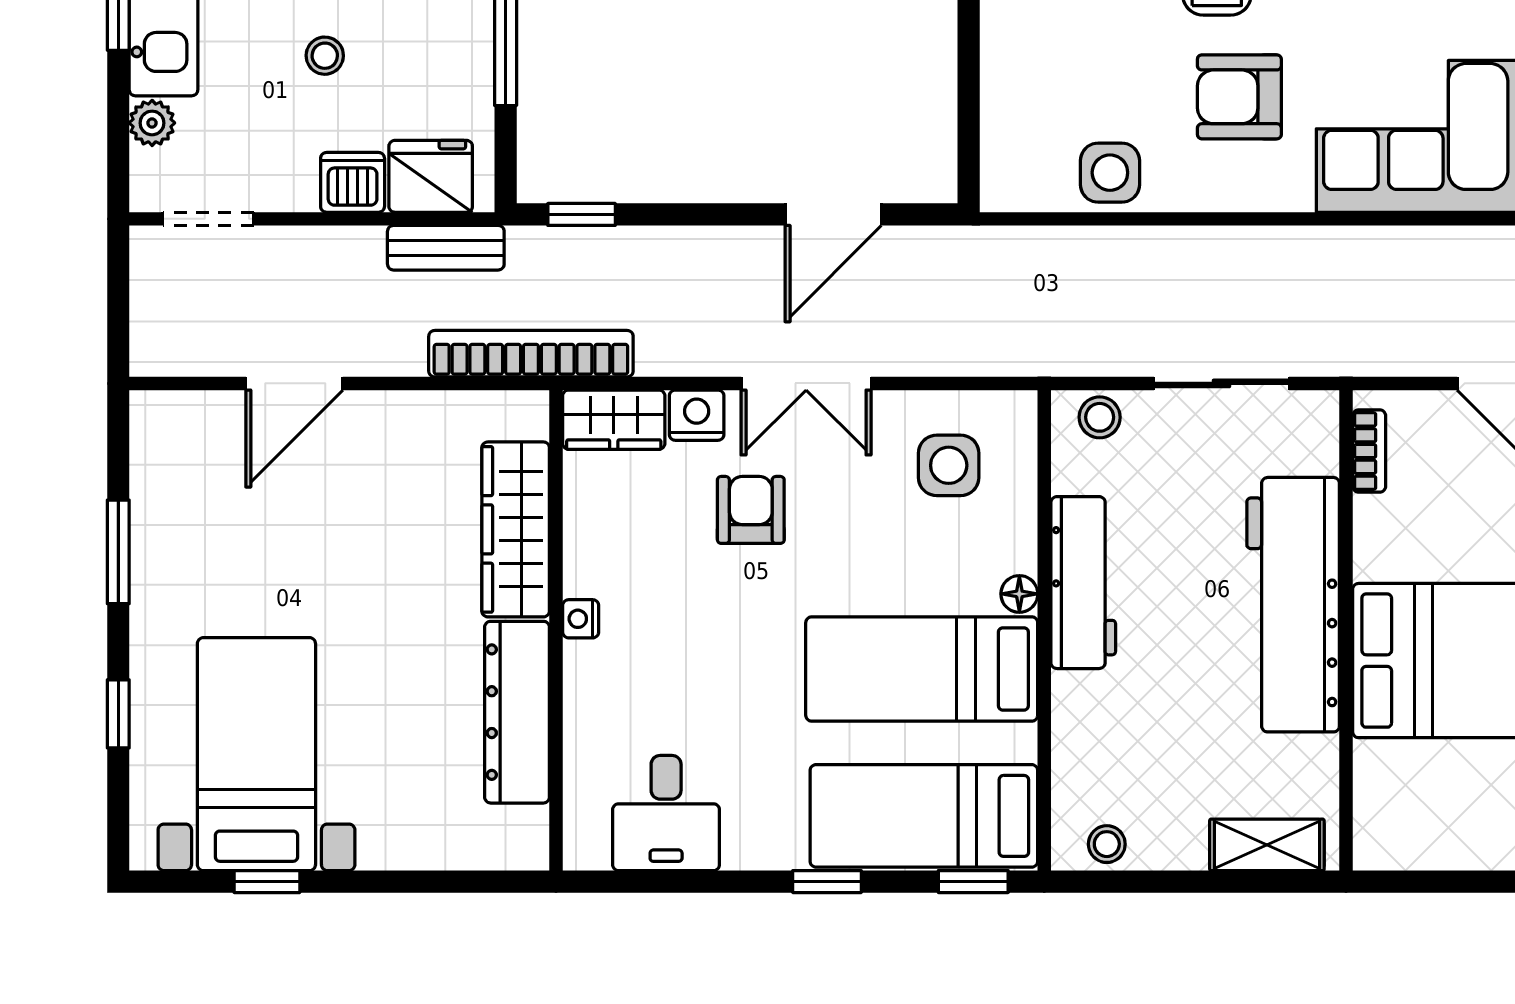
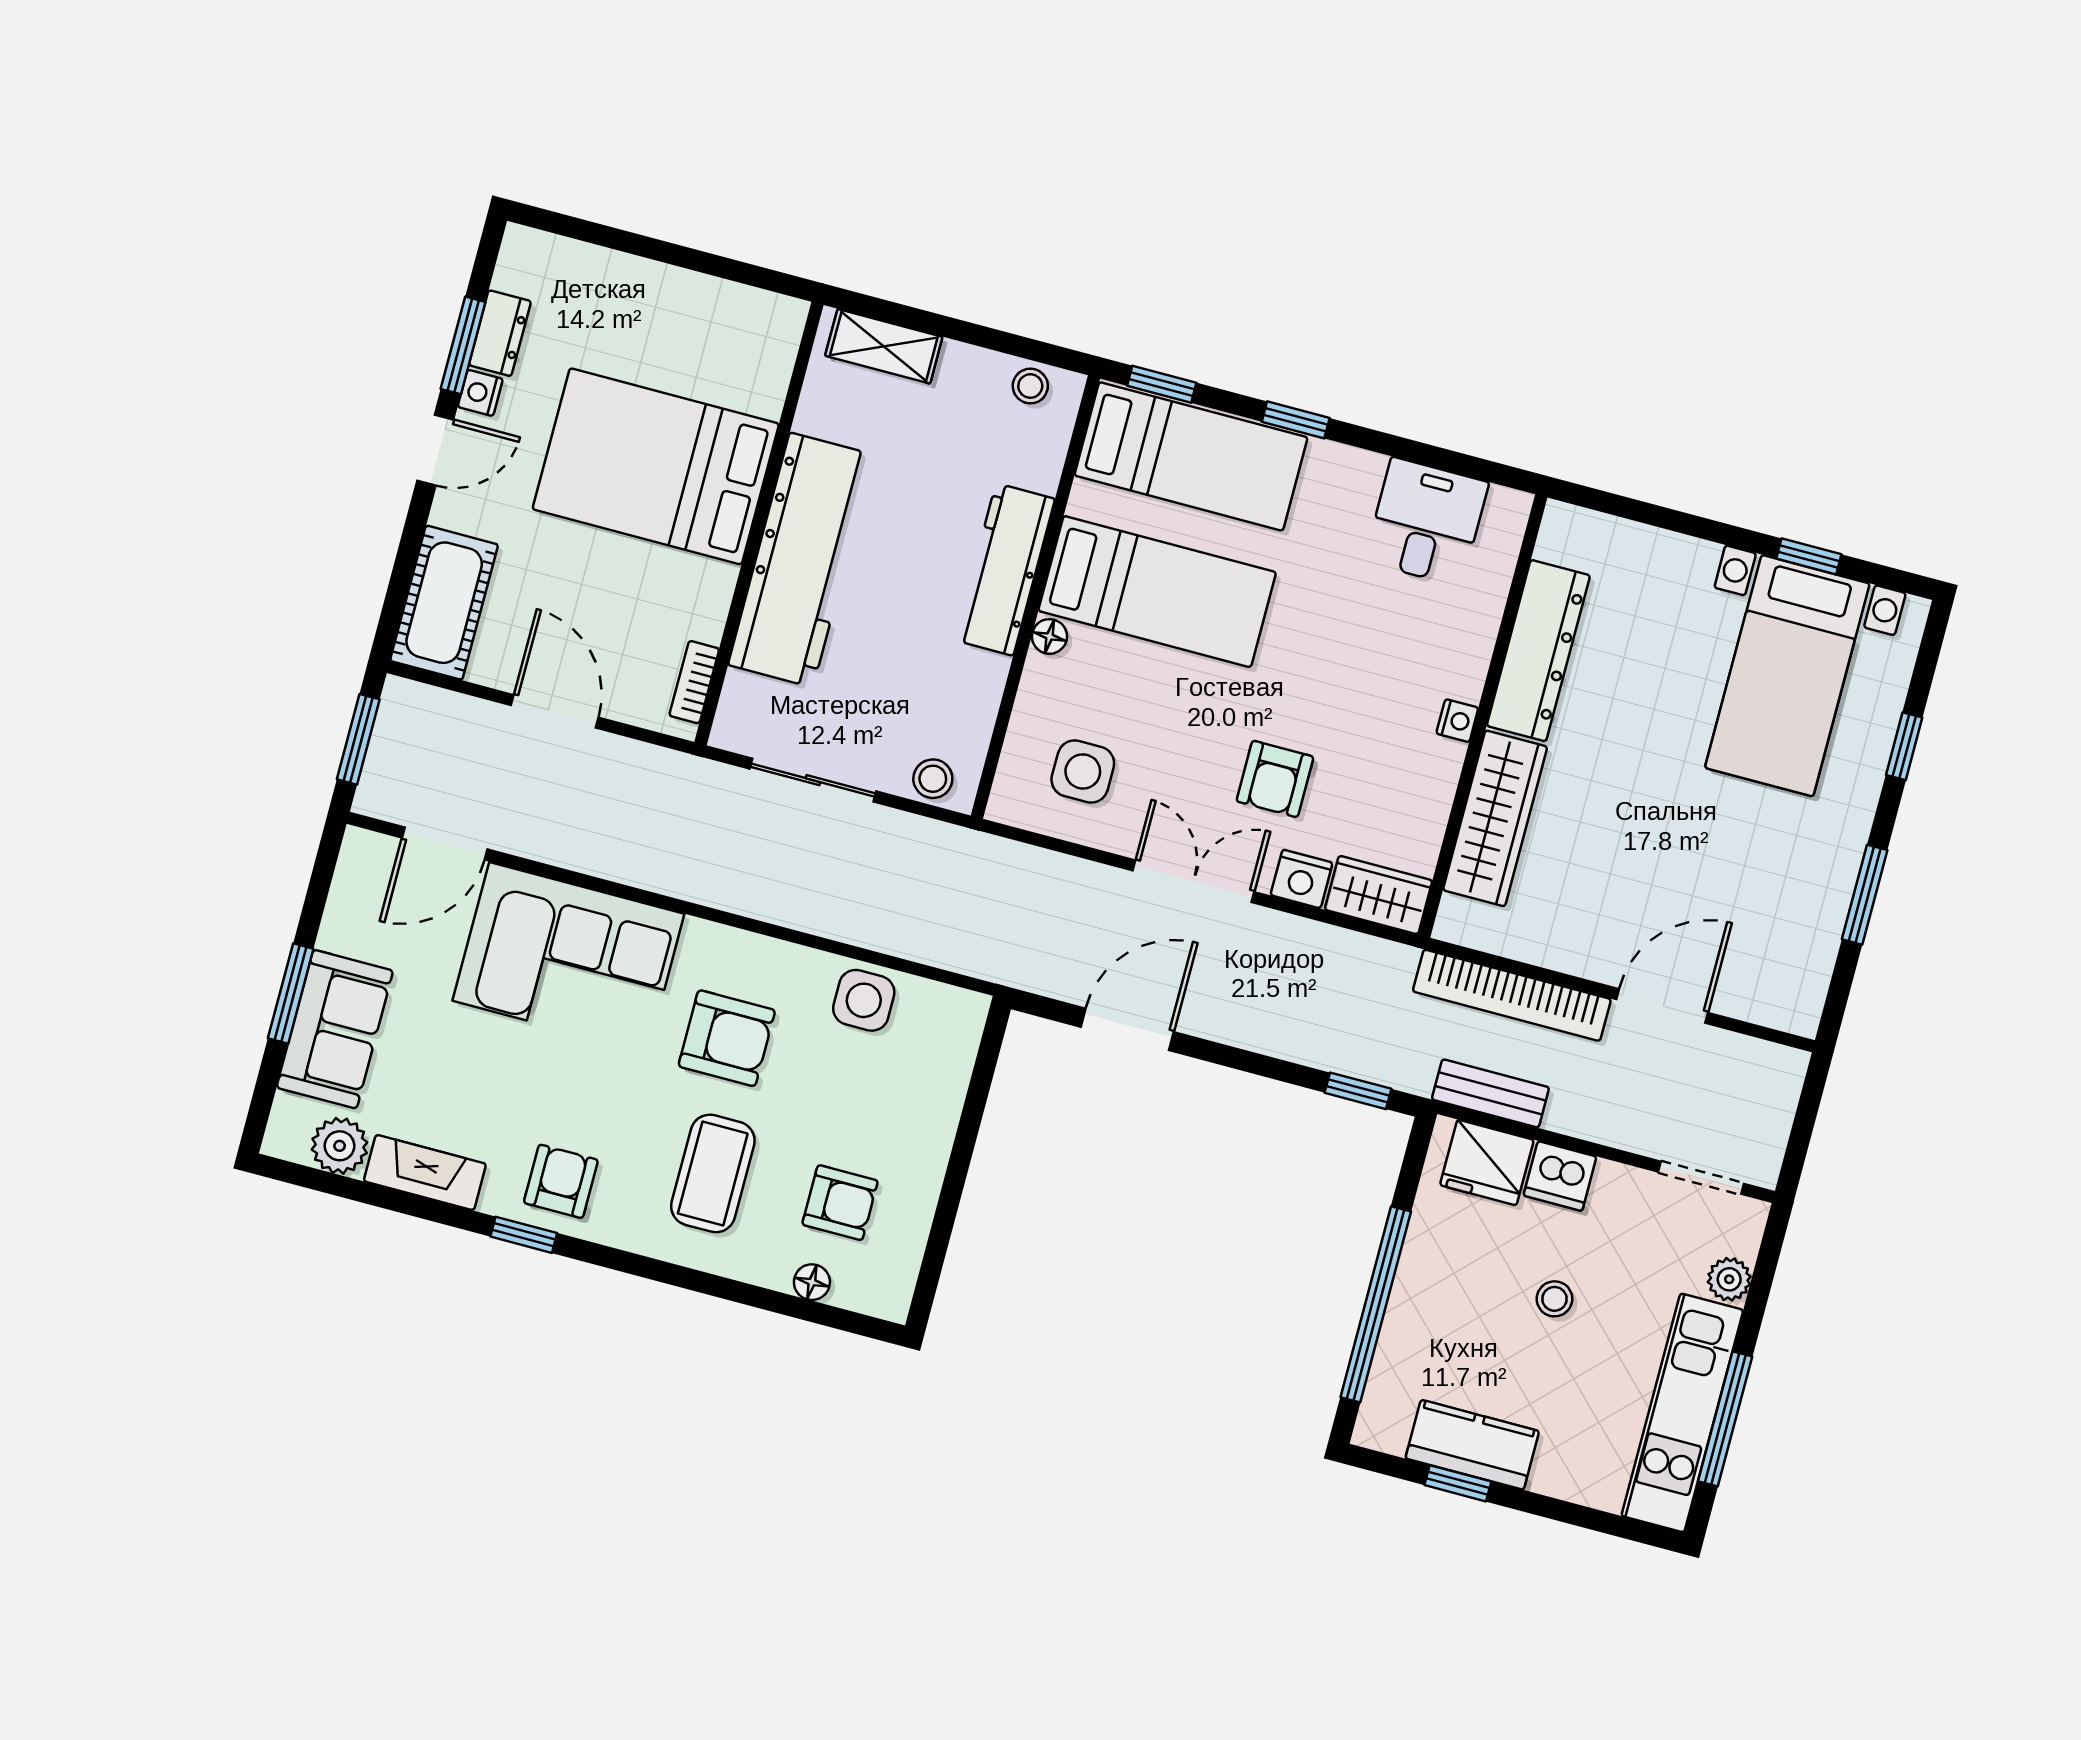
bookcase: (531, 354) -> (1512, 995), moved
workbench: (1083, 583) -> (1005, 569), moved

